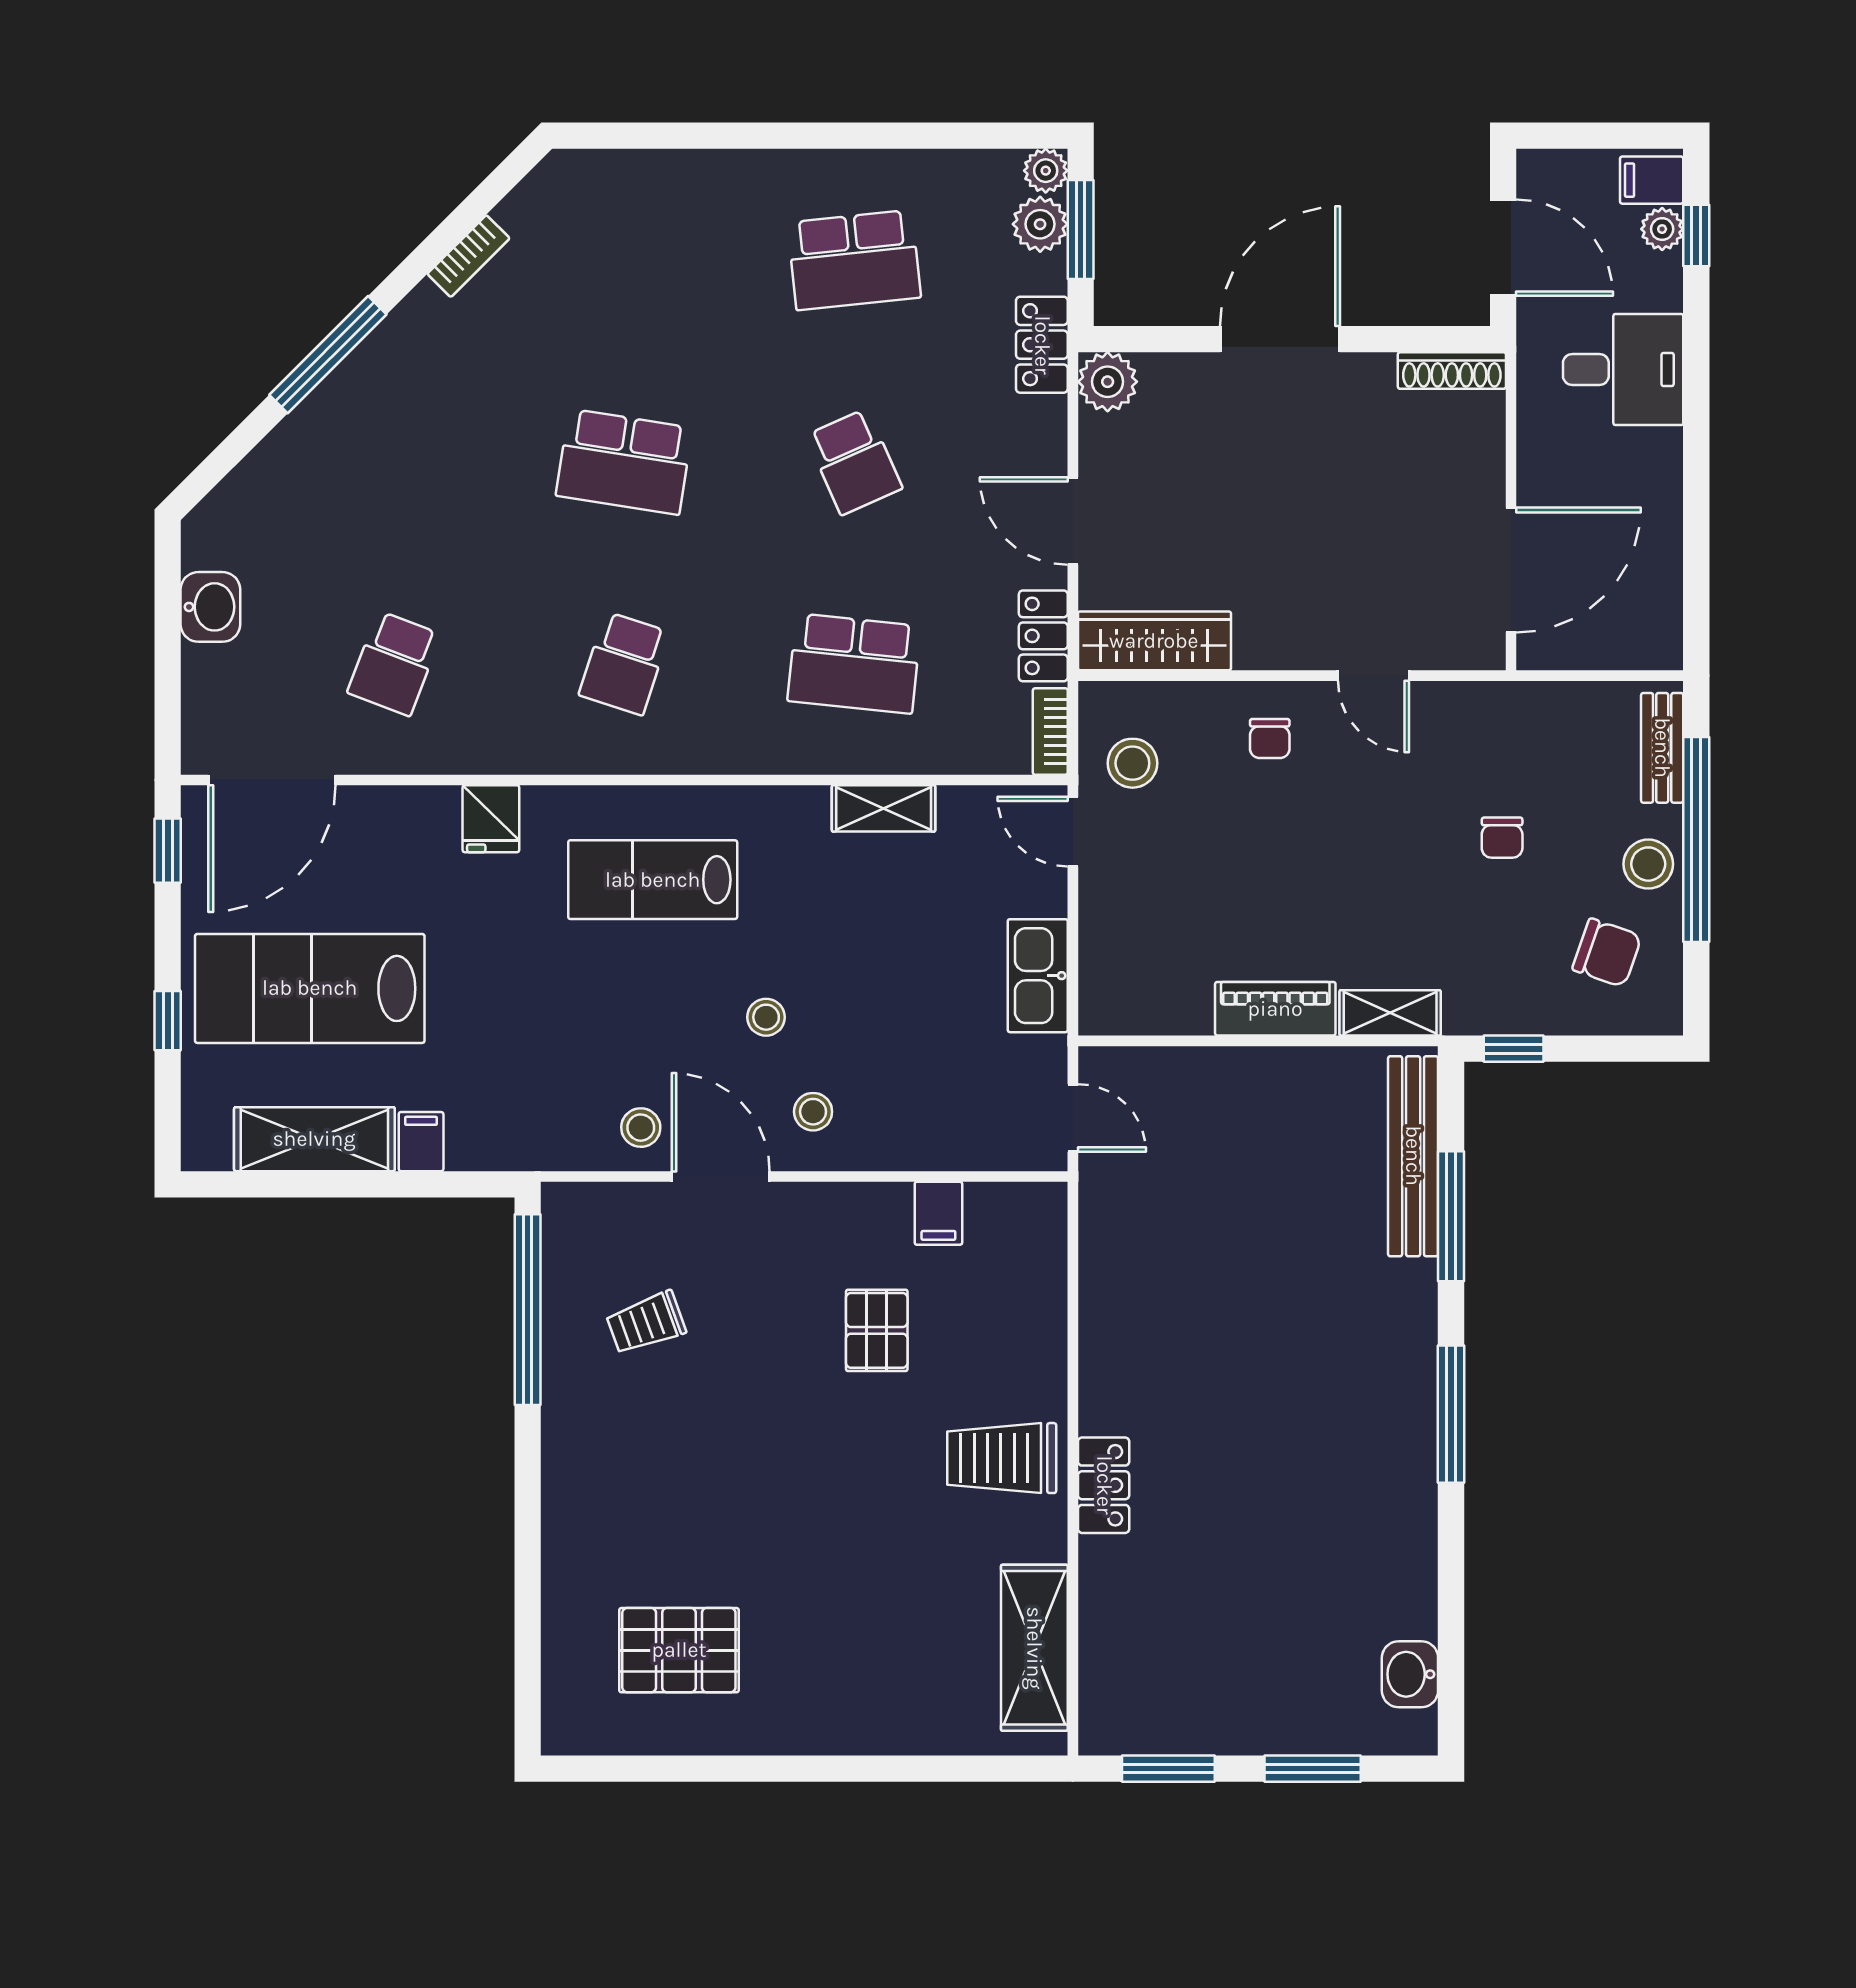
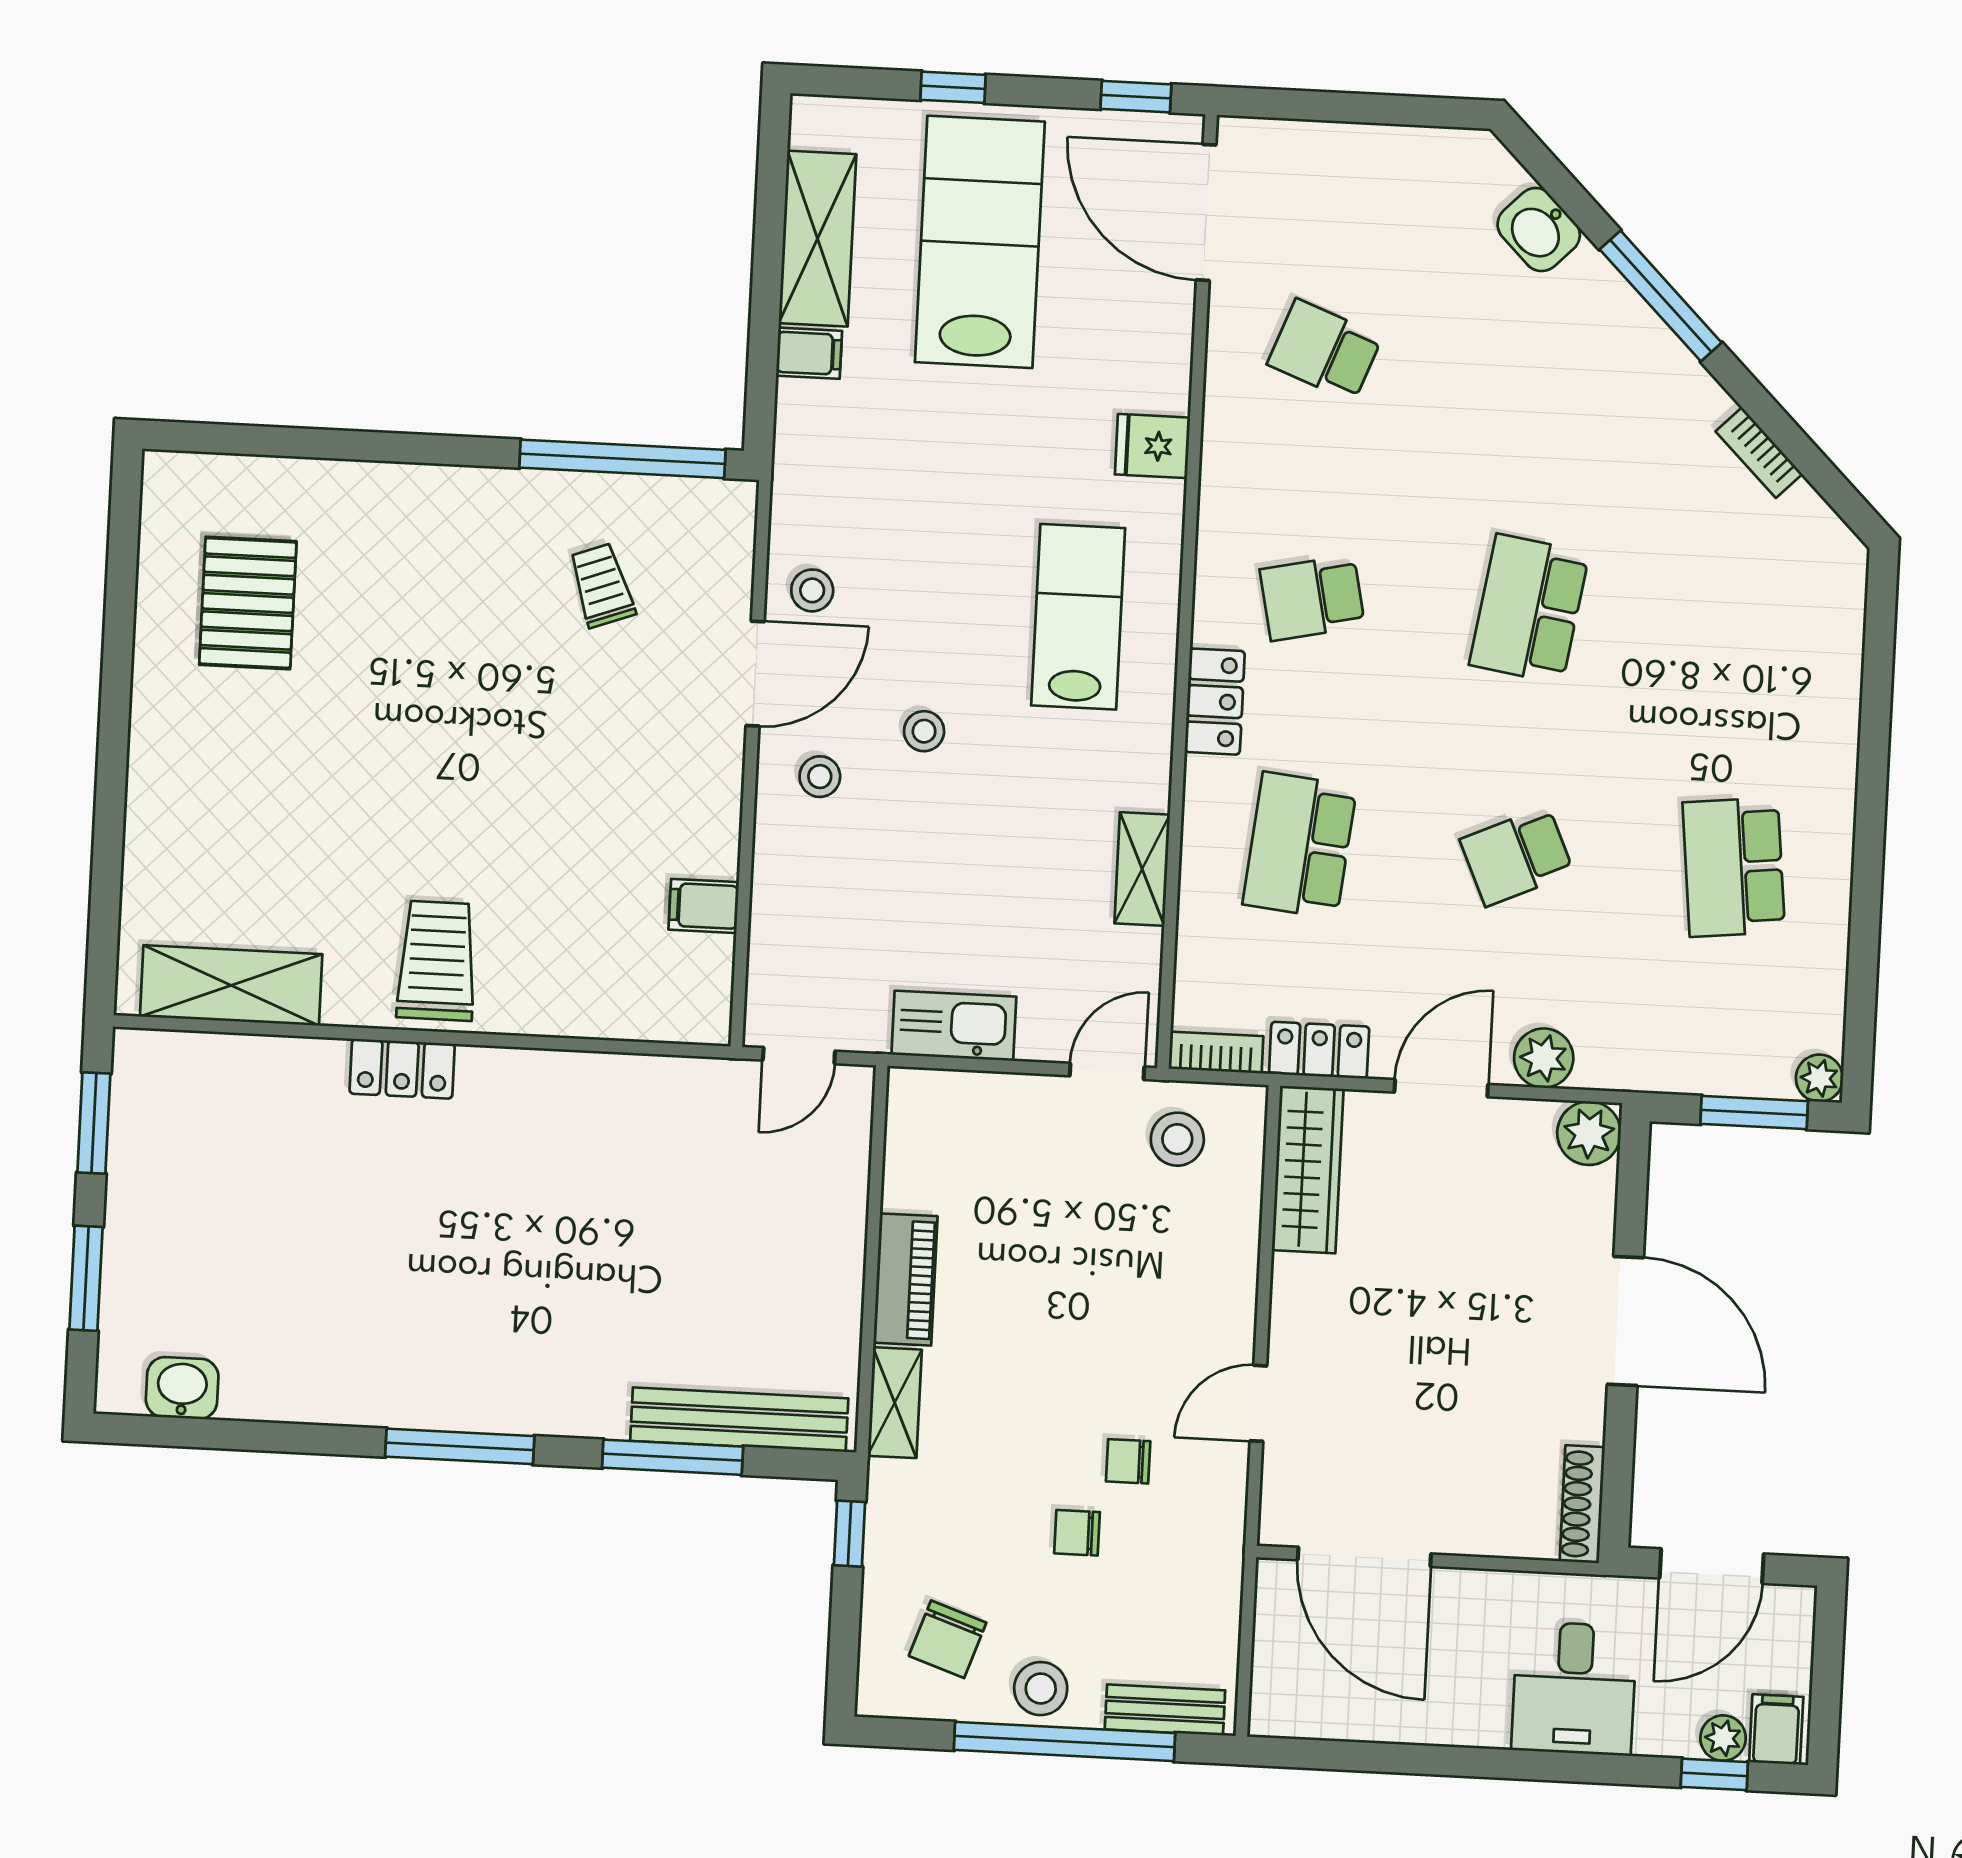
plant: (1040, 224) -> (1544, 1058), moved
locker: (1042, 345) -> (1215, 702), moved, turned 90
washbasin: (210, 607) -> (1539, 230), moved, turned 45
school desk: (624, 663) -> (1312, 598), turned -30
chair: (1270, 739) -> (1128, 1461), moved
pallet: (877, 1330) -> (581, 833), removed

